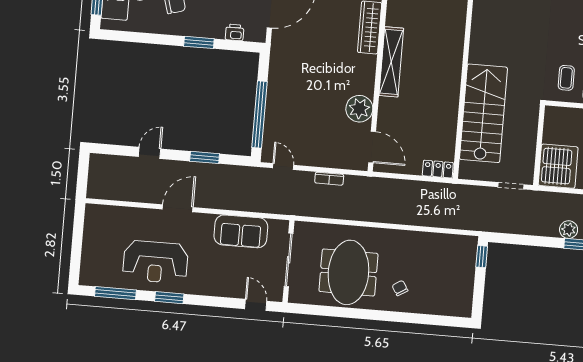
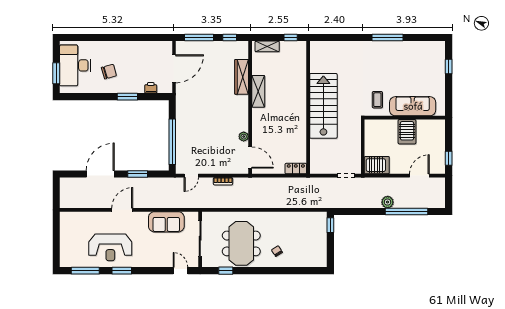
shelving: (391, 62) -> (258, 91), width x0.68
plant: (359, 109) -> (244, 137), width x0.53, depth x0.53
stairs: (483, 113) -> (323, 106), moved
door: (150, 153) -> (100, 174), width x1.87
server rack: (558, 166) -> (377, 165), width x0.62
door: (283, 167) -> (191, 176), swing flipped
window: (322, 310) -> (226, 271), added

